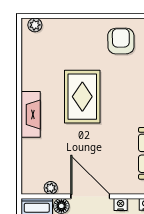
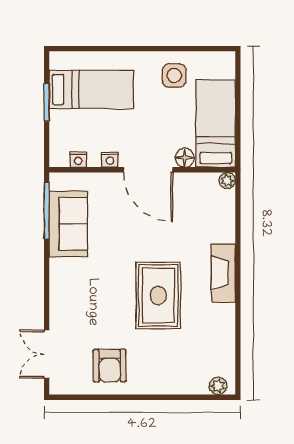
plant: (51, 188) -> (227, 180), moved

